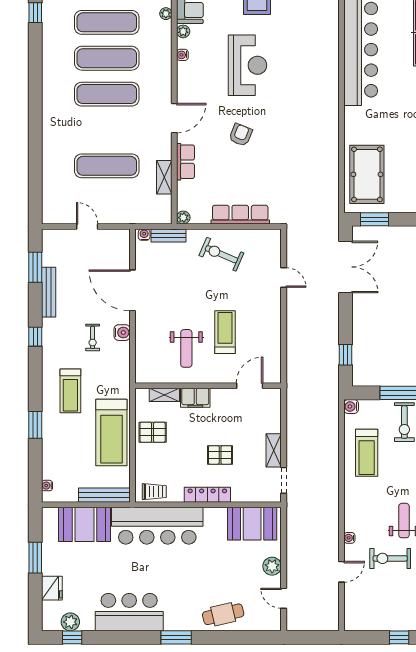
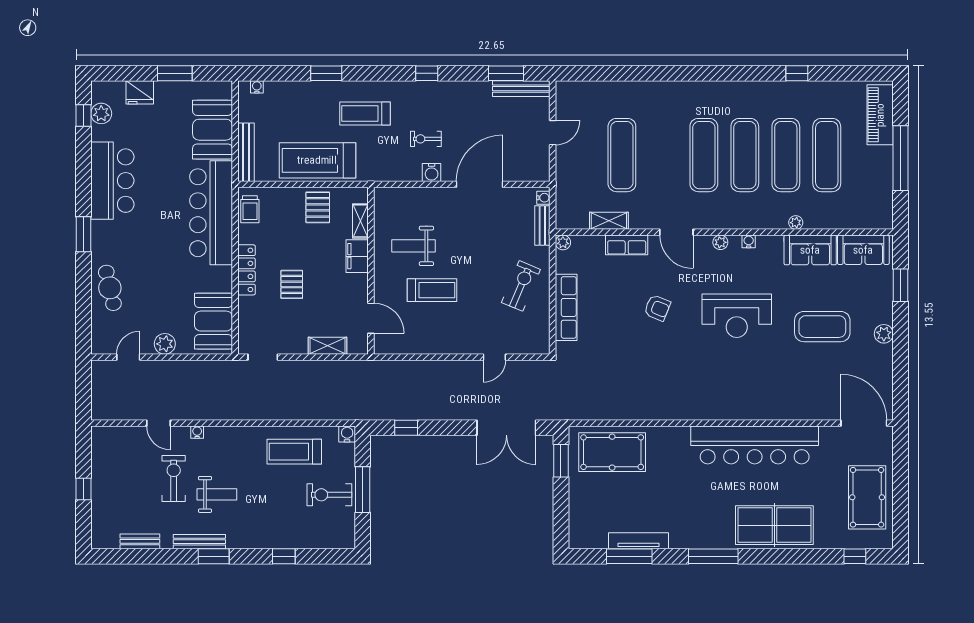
plant: (183, 31) -> (720, 242), moved
bench: (49, 292) -> (521, 89), moved
shelving: (274, 450) -> (327, 346), moved

